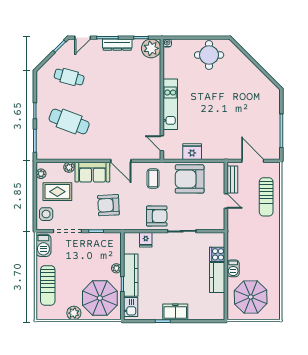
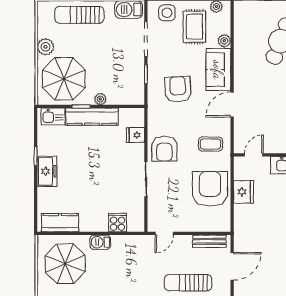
door: (226, 201) -> (164, 233), moved
kitchen counter: (217, 278) -> (60, 223), moved

